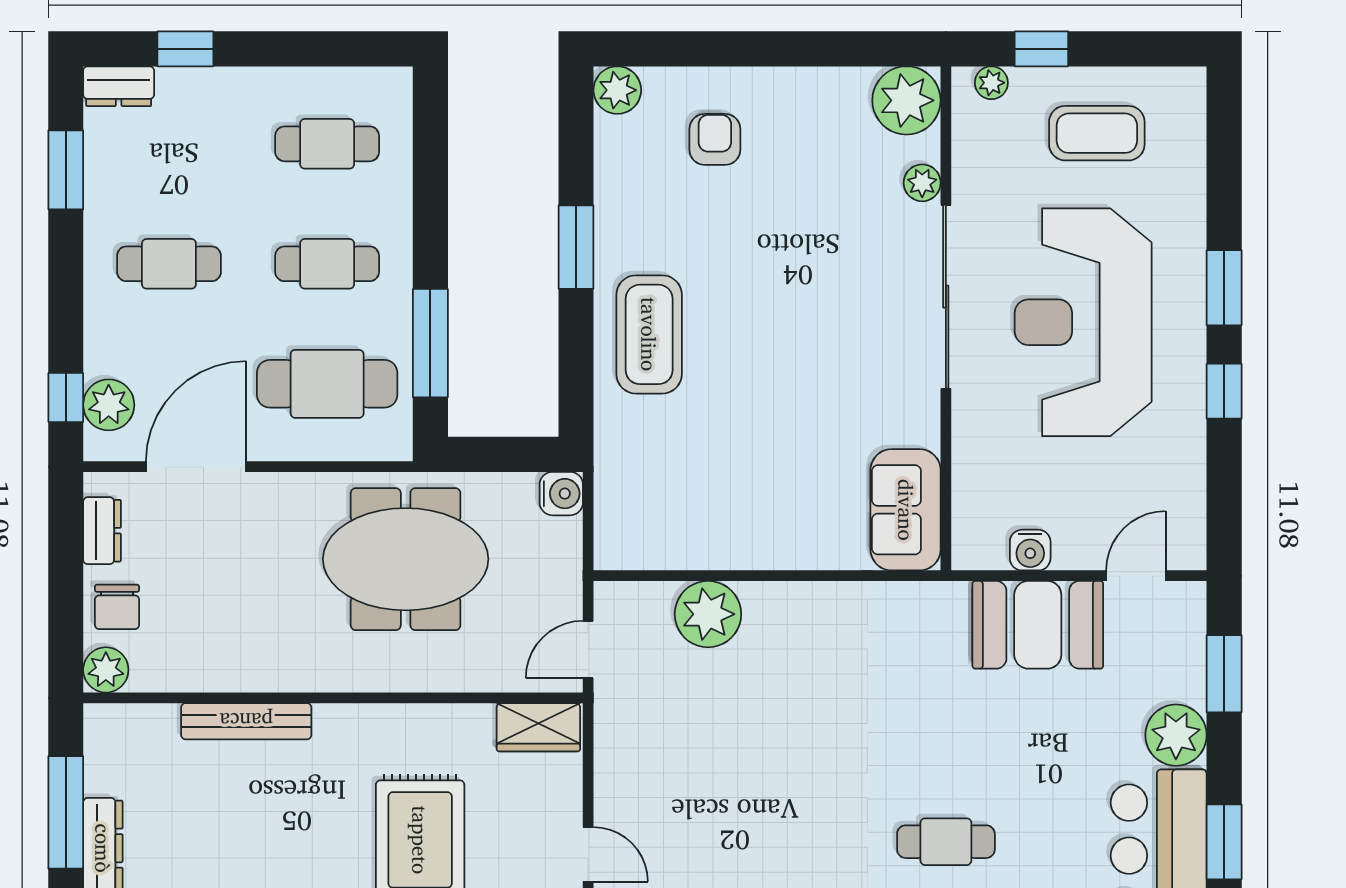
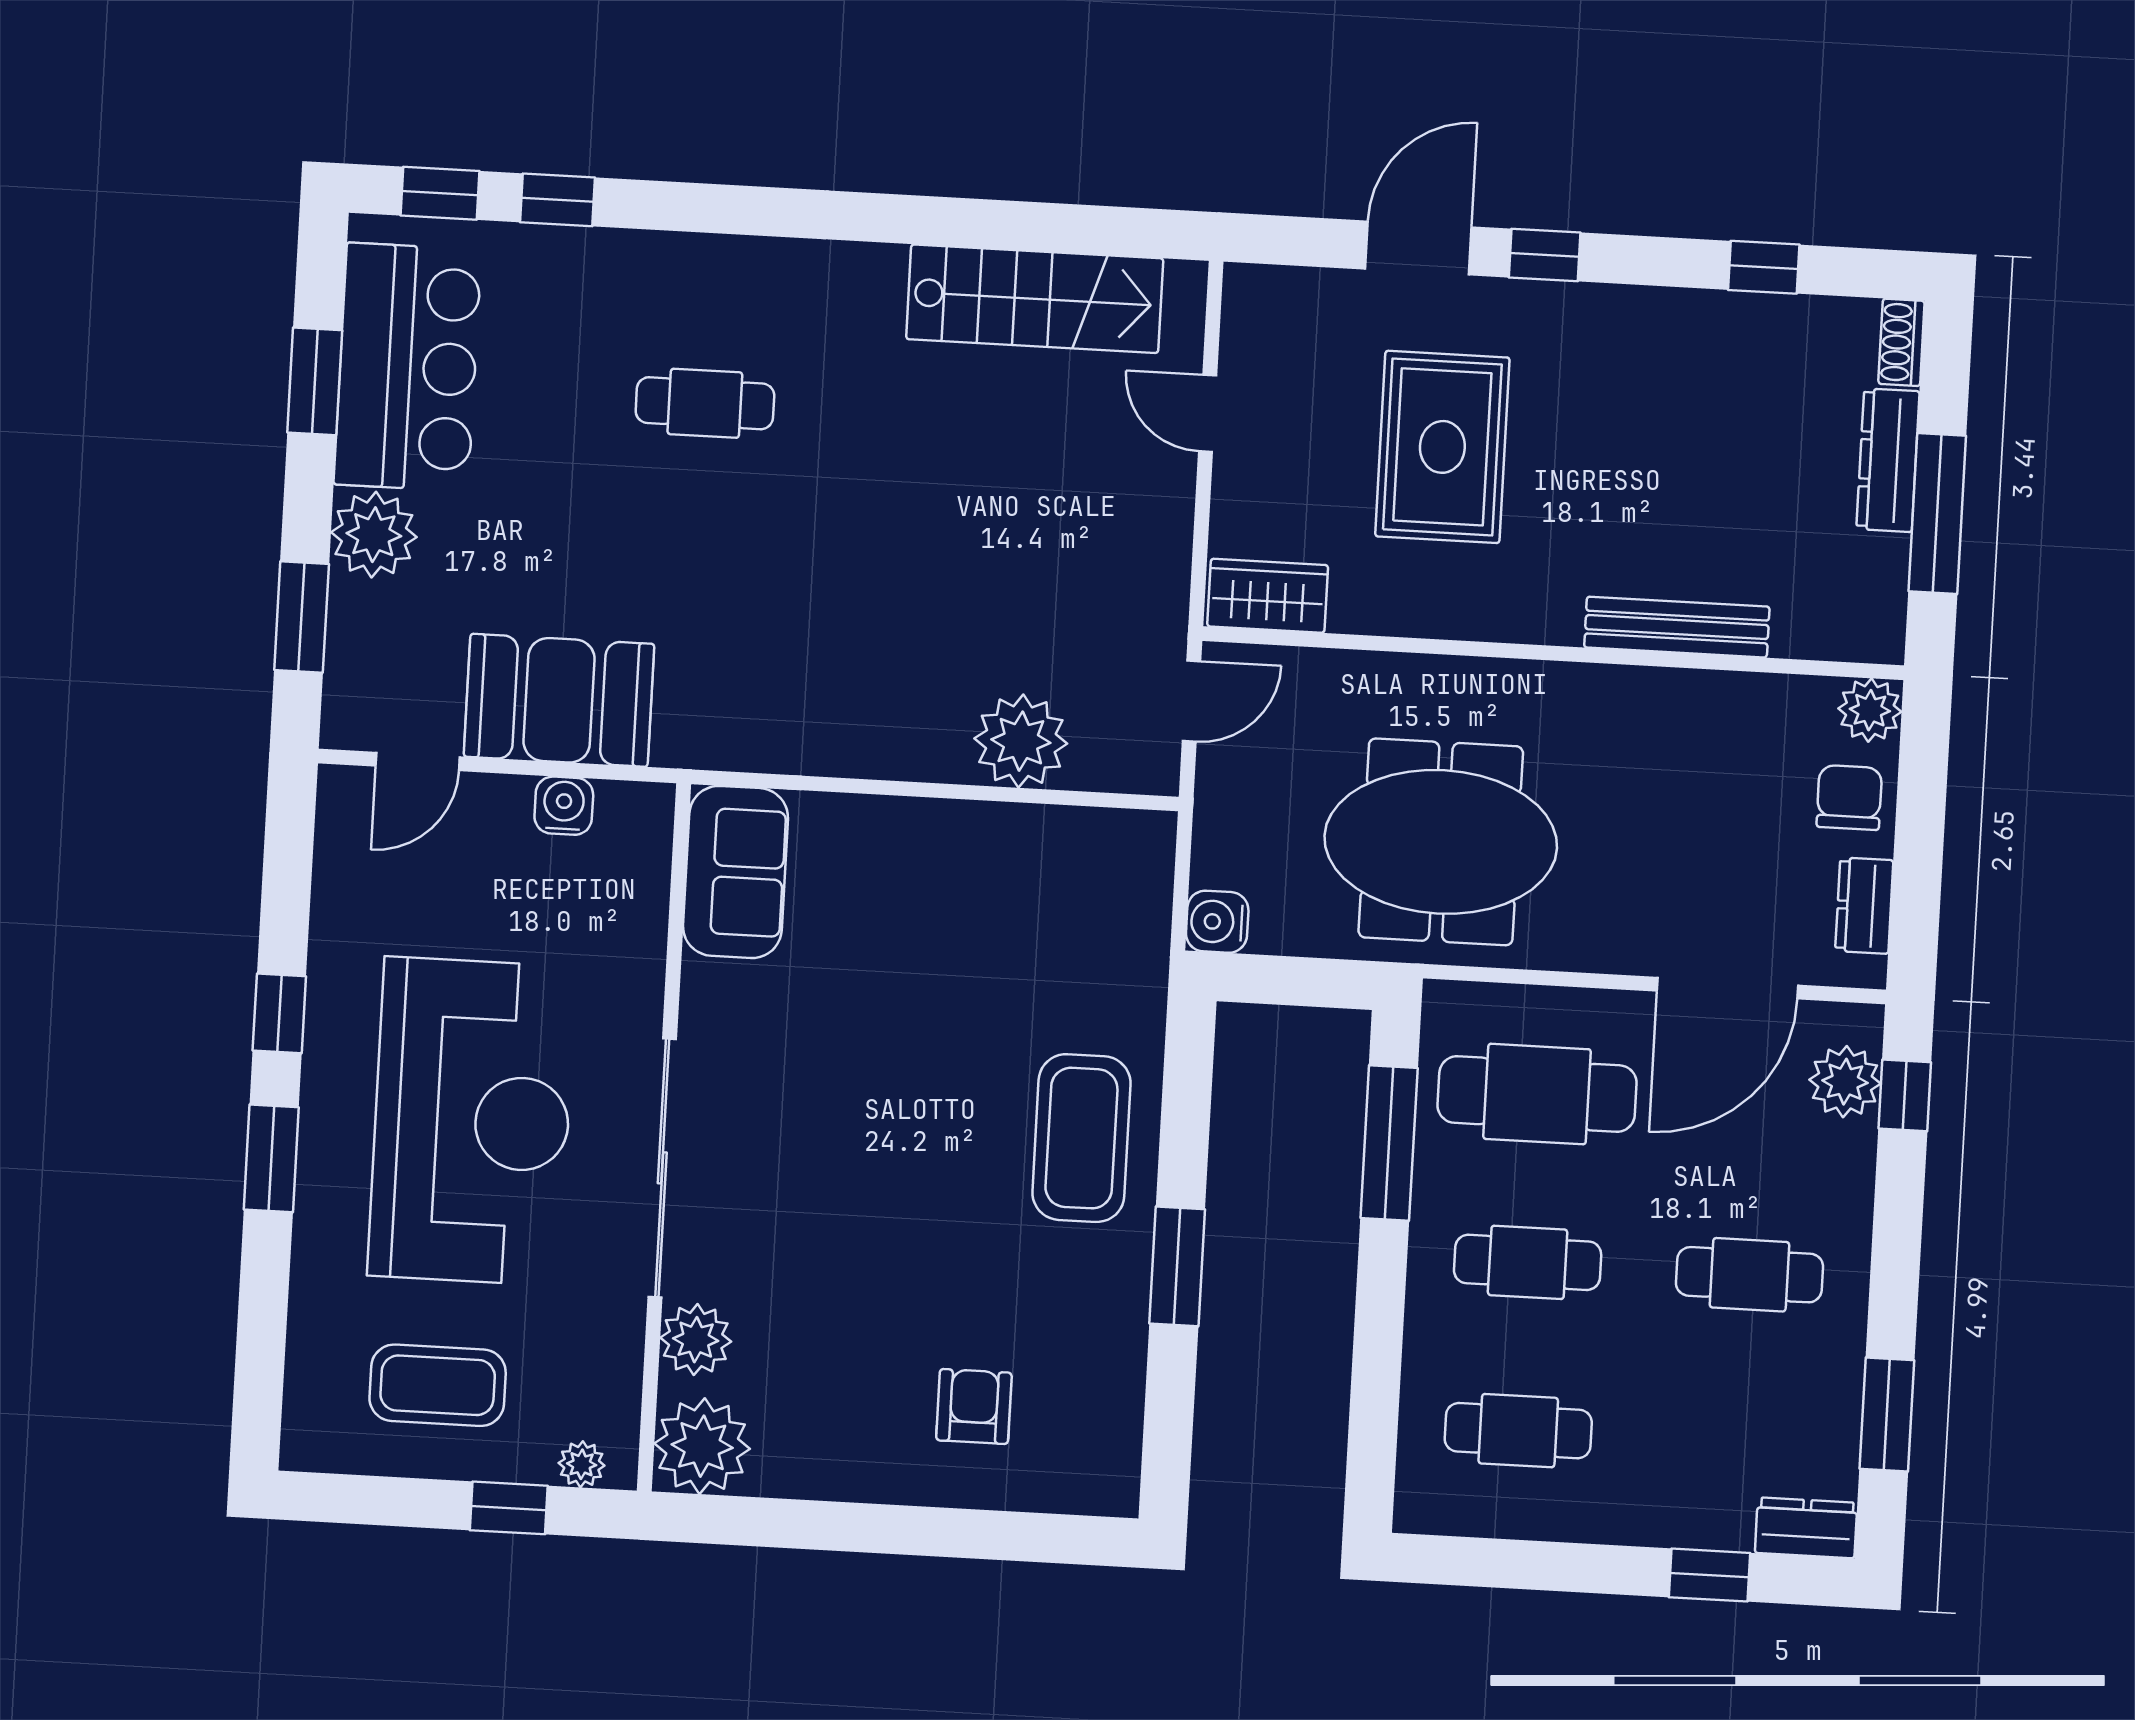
plant: (617, 90) -> (1107, 1483), removed
armchair: (715, 139) -> (974, 1406), turned 180
plant: (922, 183) -> (696, 1340), width x1.38, depth x1.38

